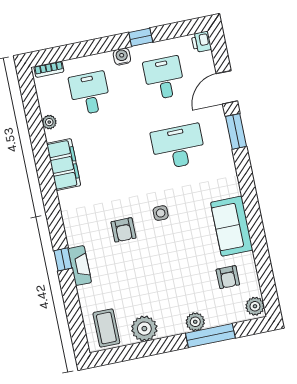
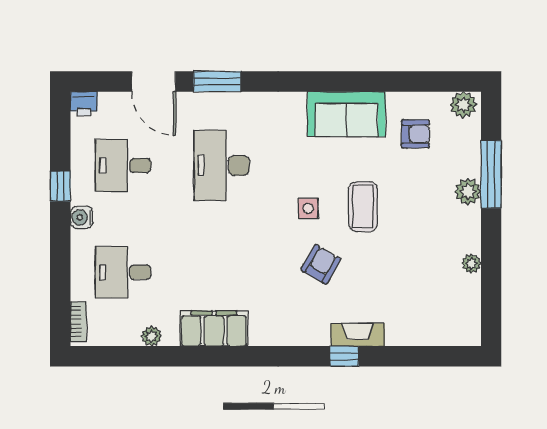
armchair: (123, 230) -> (321, 264), turned -60
coffee table: (106, 328) -> (363, 207), moved, turned 90
plant: (144, 329) -> (471, 264), width x0.53, depth x0.53

